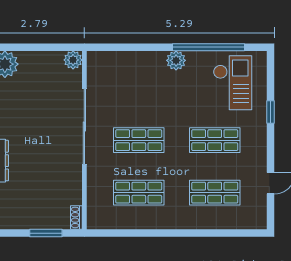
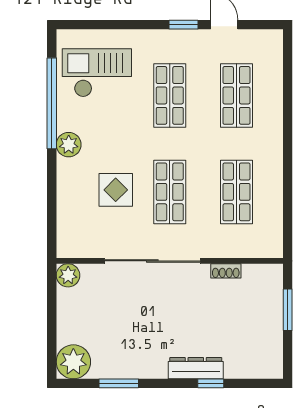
display table: (140, 98) -> (116, 190), added
window: (271, 112) -> (184, 25), moved
shoe rack: (76, 217) -> (226, 271), moved

